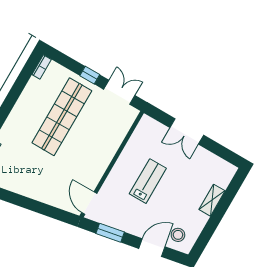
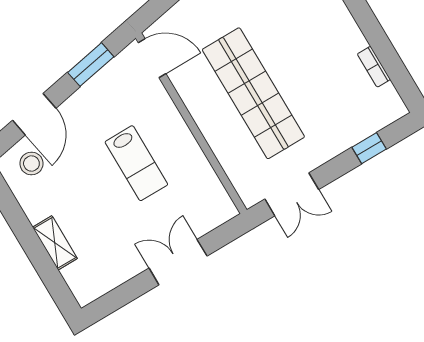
bookcase: (42, 67) -> (374, 67), moved
window: (90, 75) -> (369, 148), moved
shop shelf: (62, 117) -> (253, 93), moved

